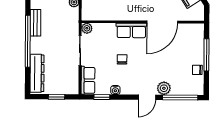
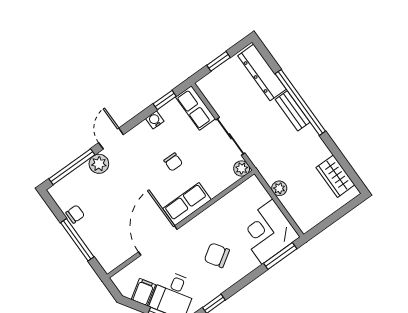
bench: (36, 23) -> (293, 111), moved

